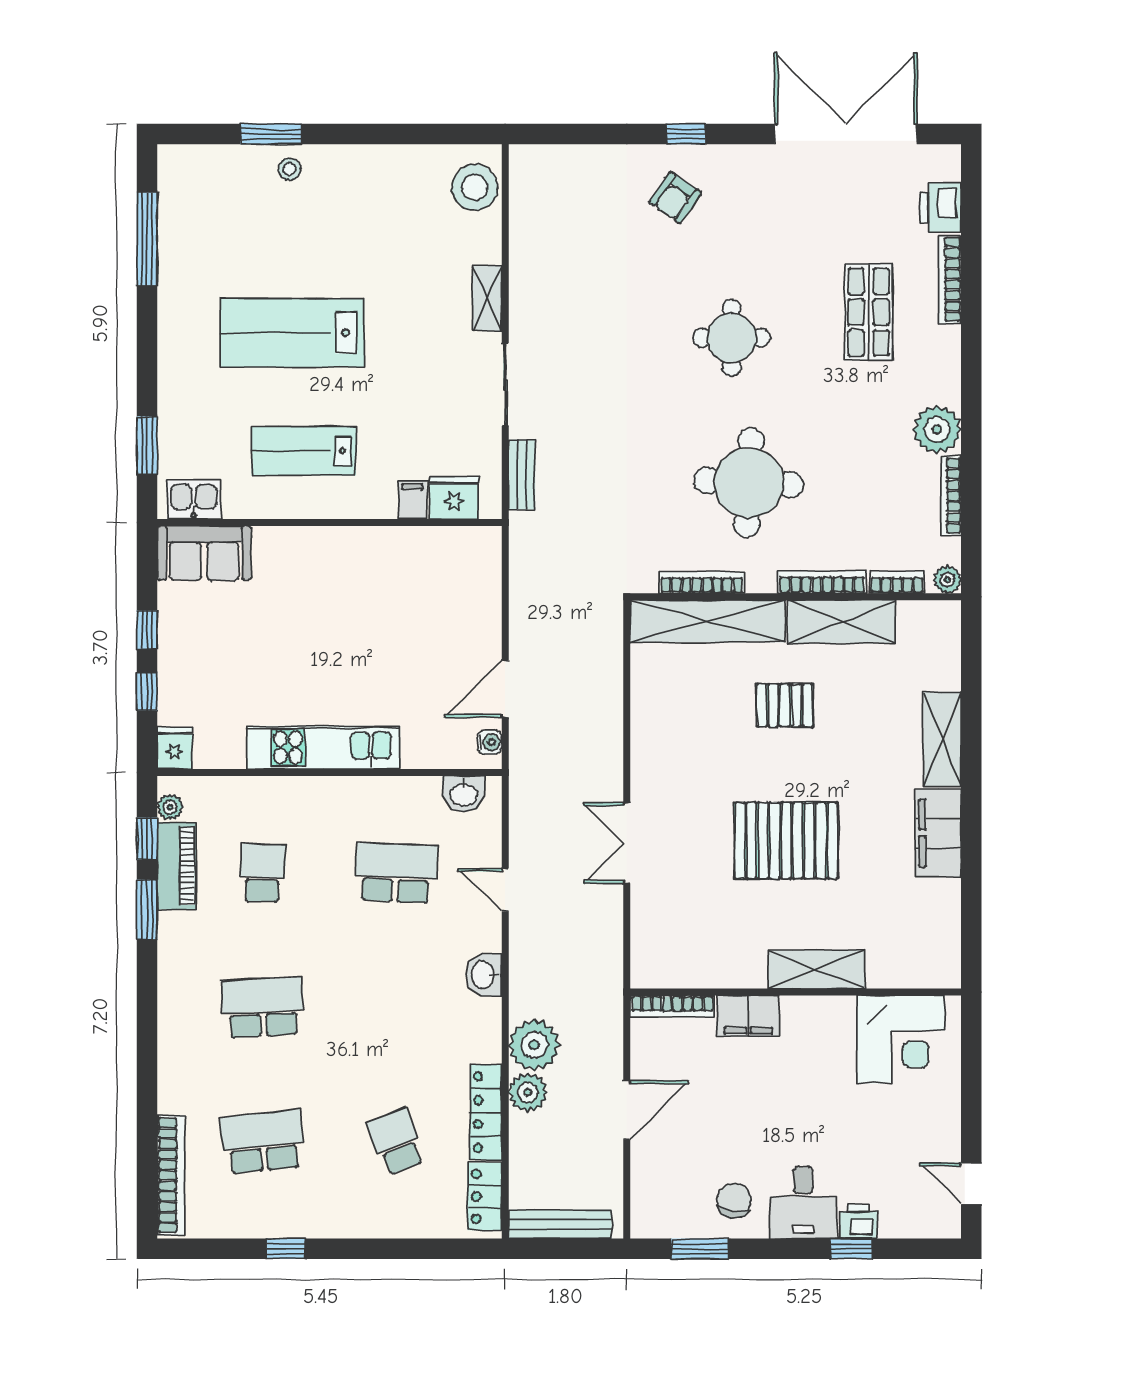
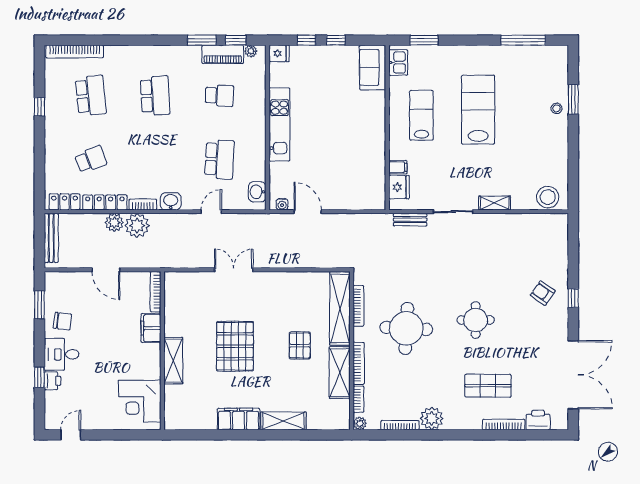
bookcase: (490, 1033) -> (143, 204), added

